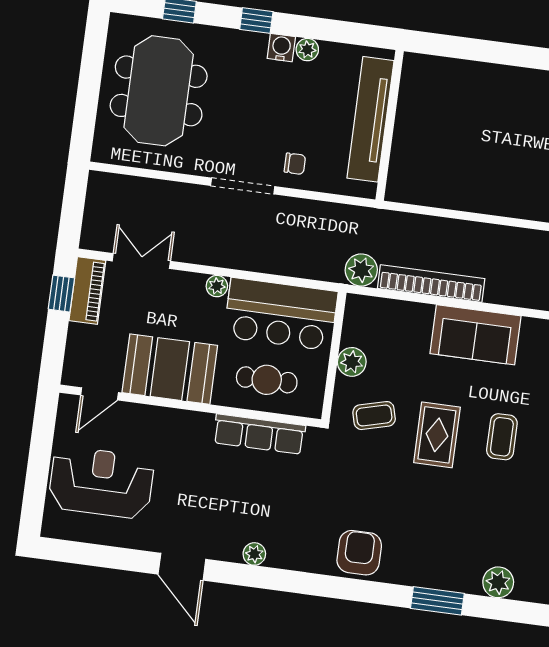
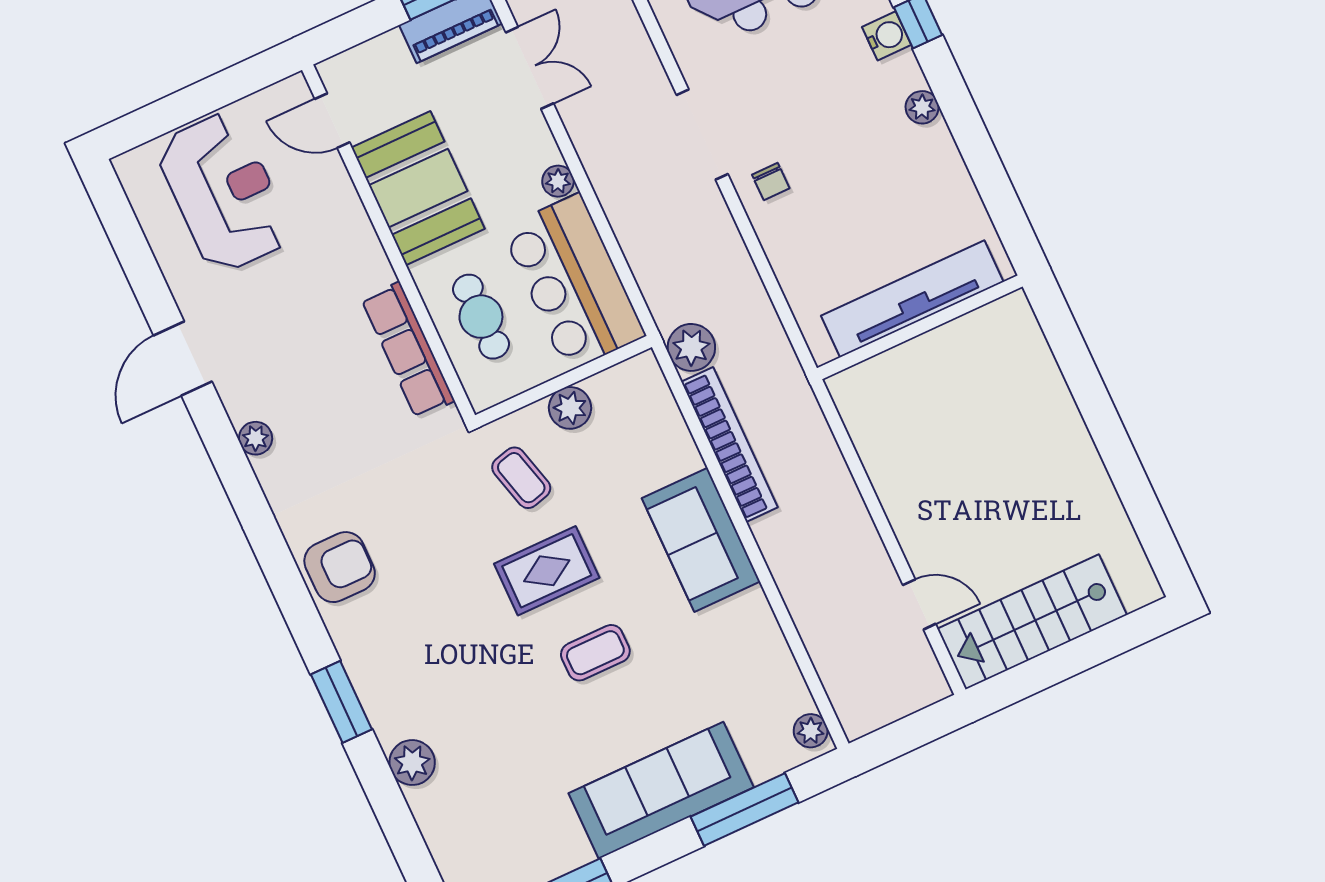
water cooler: (281, 48) -> (887, 36), moved
tv unit: (370, 119) -> (912, 299), moved
wall: (390, 125) -> (920, 327), moved

